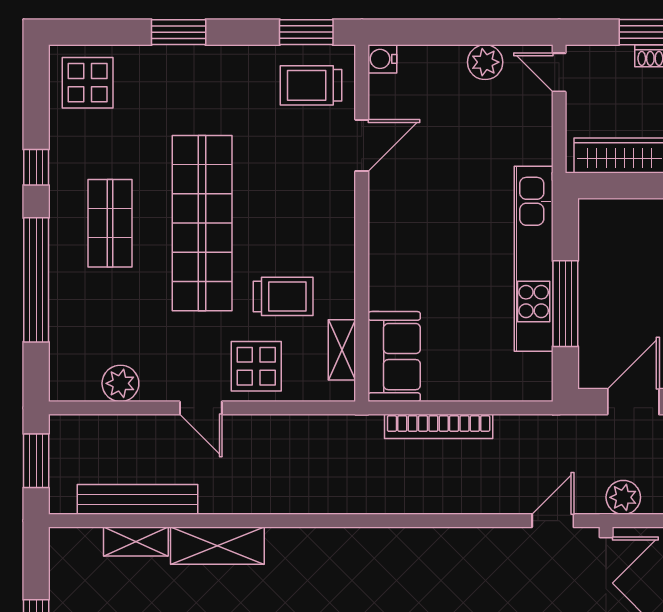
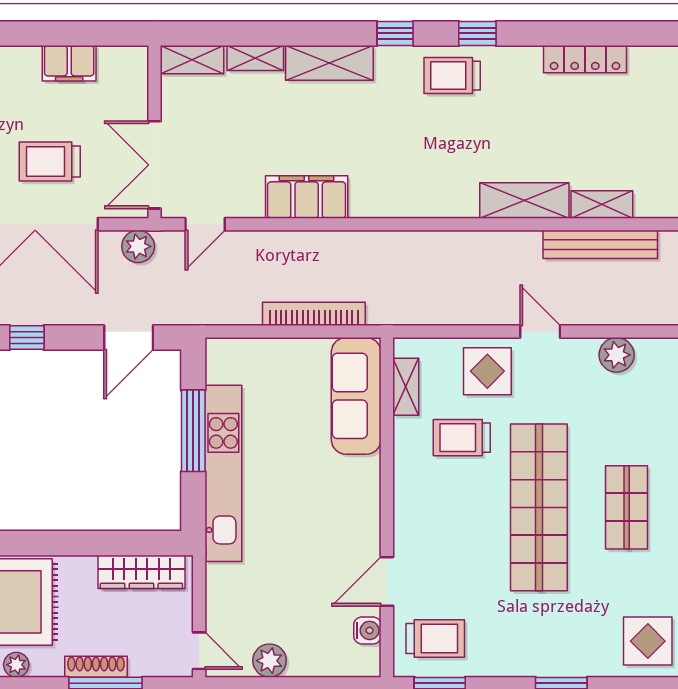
water cooler: (382, 59) -> (367, 630), moved
sofa: (394, 357) -> (356, 396), width x1.36
filing cabinet: (446, 549) -> (307, 197), added

